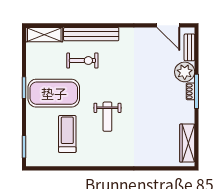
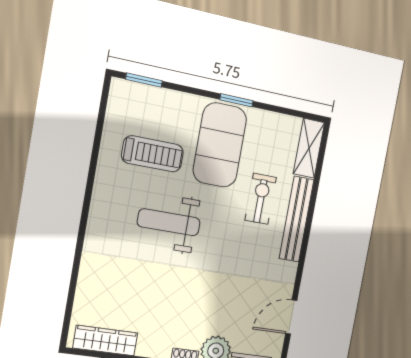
door: (168, 25) -> (291, 317), moved
exercise bike: (82, 61) -> (261, 199), turned 180
weight bench: (107, 117) -> (169, 222), width x1.36, depth x1.33

